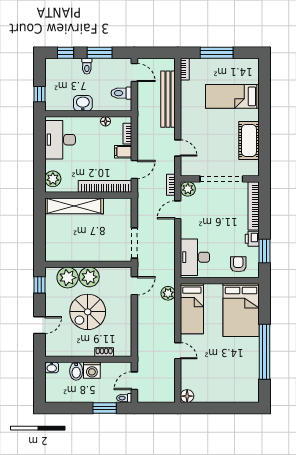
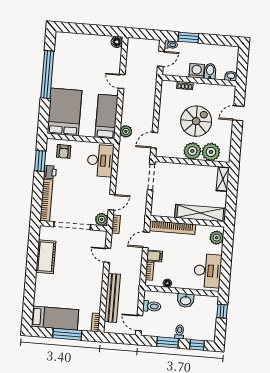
bed: (232, 96) -> (55, 318), moved
shelving: (51, 247) -> (223, 179), added
window: (39, 285) -> (236, 148), removed

